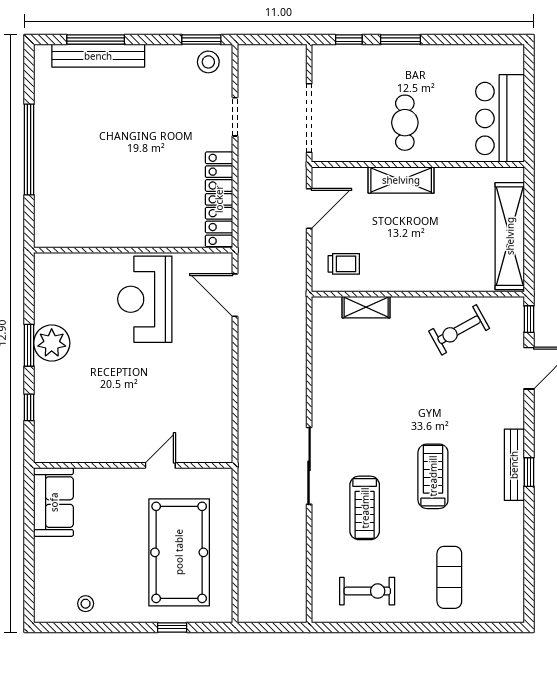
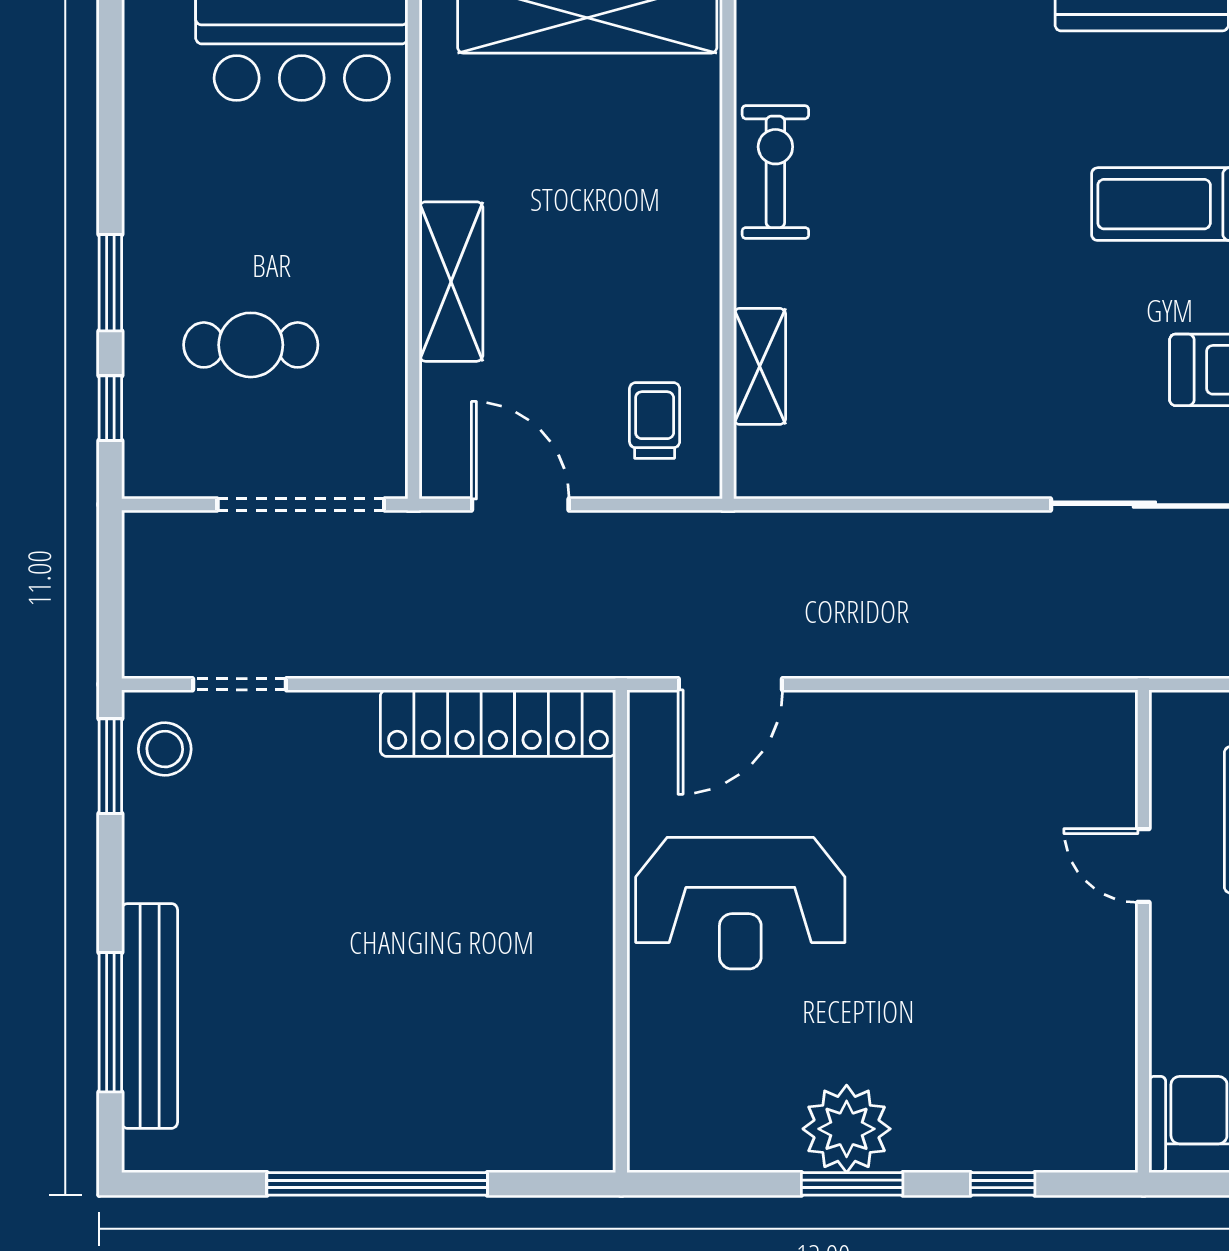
doorway: (235, 117) -> (240, 684), moved
cafe table: (405, 123) -> (251, 345), moved
exercise bike: (459, 330) -> (775, 172), moved, turned -151

